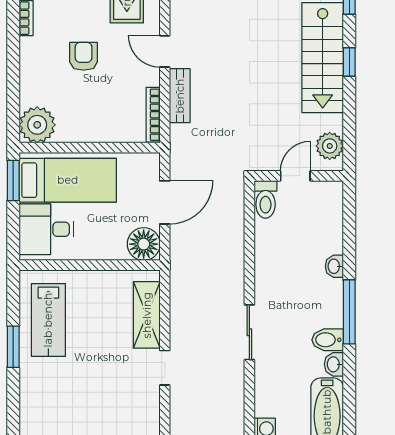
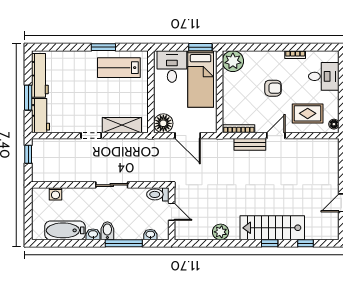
door: (295, 176) -> (172, 212), moved
wall: (299, 176) -> (172, 214), moved
toilet: (266, 199) -> (158, 194), moved

